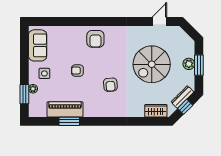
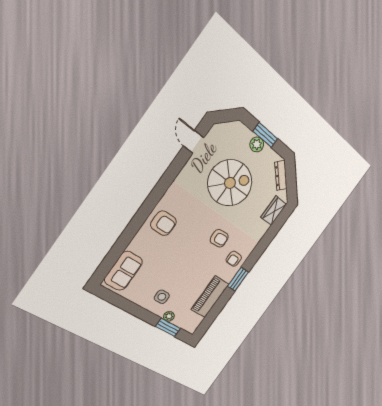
sofa: (38, 45) -> (123, 271), moved, turned 90
spiral stairs: (152, 64) -> (230, 183), turned -90
armchair: (77, 71) -> (234, 259), moved
window: (185, 107) -> (291, 180), removed
window: (69, 121) -> (238, 279), moved

